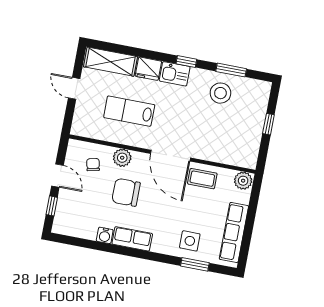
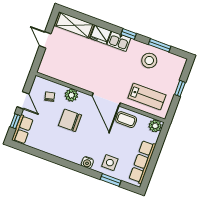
lab bench: (129, 111) -> (147, 97), moved, turned 180
water cooler: (105, 235) -> (87, 162), moved
row of seats: (132, 239) -> (22, 130), moved, turned 90

